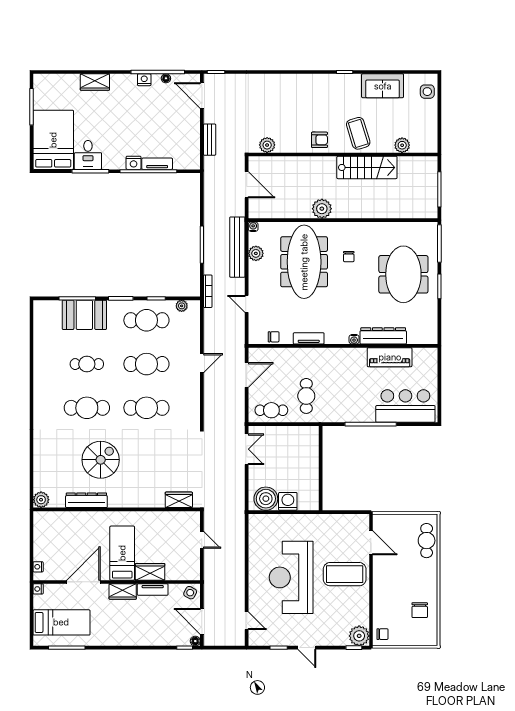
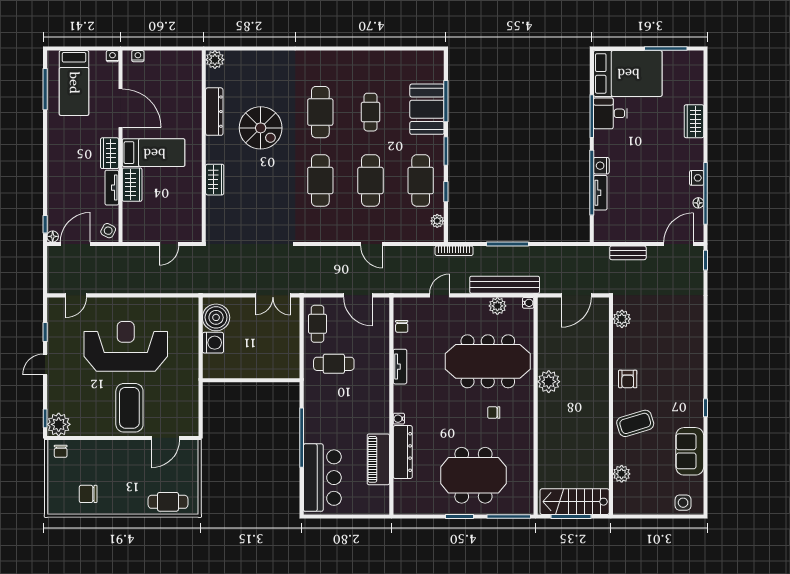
stairs: (367, 167) -> (575, 502), moved, turned 90
wardrobe: (179, 500) -> (215, 180), moved

